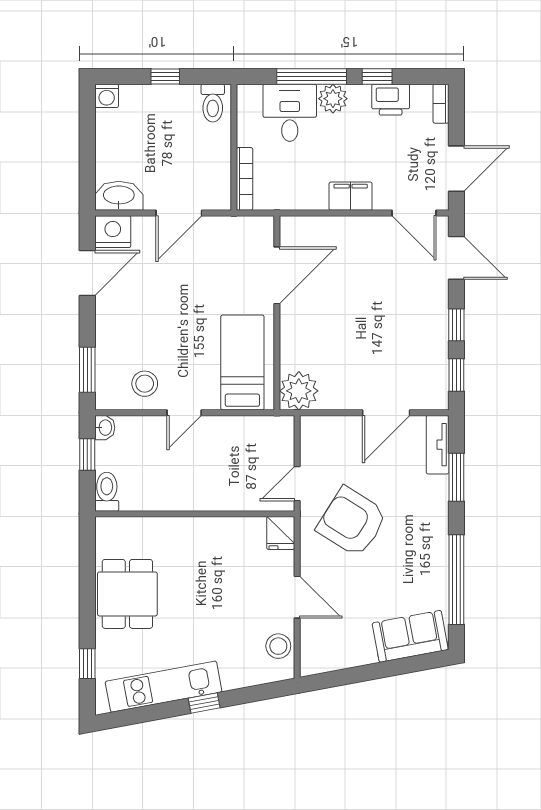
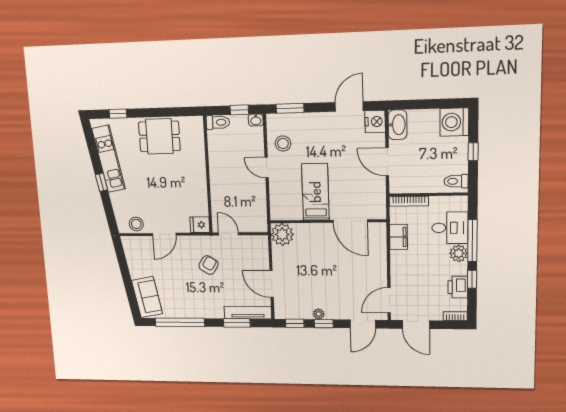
washing machine: (107, 96) -> (454, 122), width x1.89, depth x1.89
filing cabinet: (351, 196) -> (398, 237), moved
door: (87, 273) -> (349, 106), swing flipped
plant: (439, 333) -> (319, 314), added
bed: (242, 363) -> (315, 192), moved, turned -90
tv unit: (438, 445) -> (248, 313), width x1.41
armchair: (352, 522) -> (209, 265), width x0.53, depth x0.53

